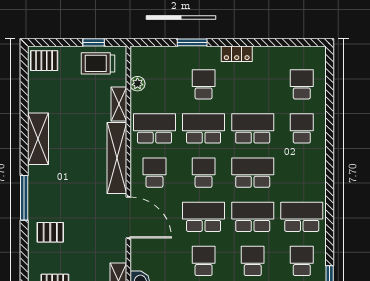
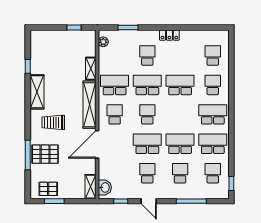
window: (192, 42) -> (128, 28), moved
pallet: (44, 61) -> (41, 40), removed
trolley: (98, 63) -> (53, 122), moved
plant: (137, 84) -> (103, 42), moved
window: (24, 101) -> (28, 66), added
school desk: (253, 173) -> (213, 114), moved
window: (24, 198) -> (28, 155), moved
door: (128, 218) -> (97, 144), swing flipped
pallet: (50, 232) -> (45, 154), width x1.50, depth x1.42

